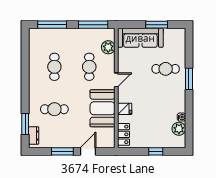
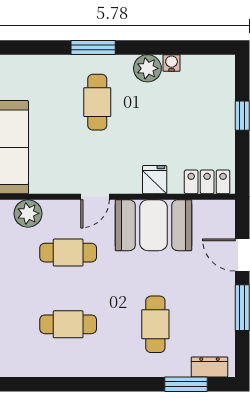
cafe table: (166, 69) -> (97, 102), moved
door: (116, 80) -> (95, 197), swing flipped
plant: (179, 129) -> (147, 68), moved

